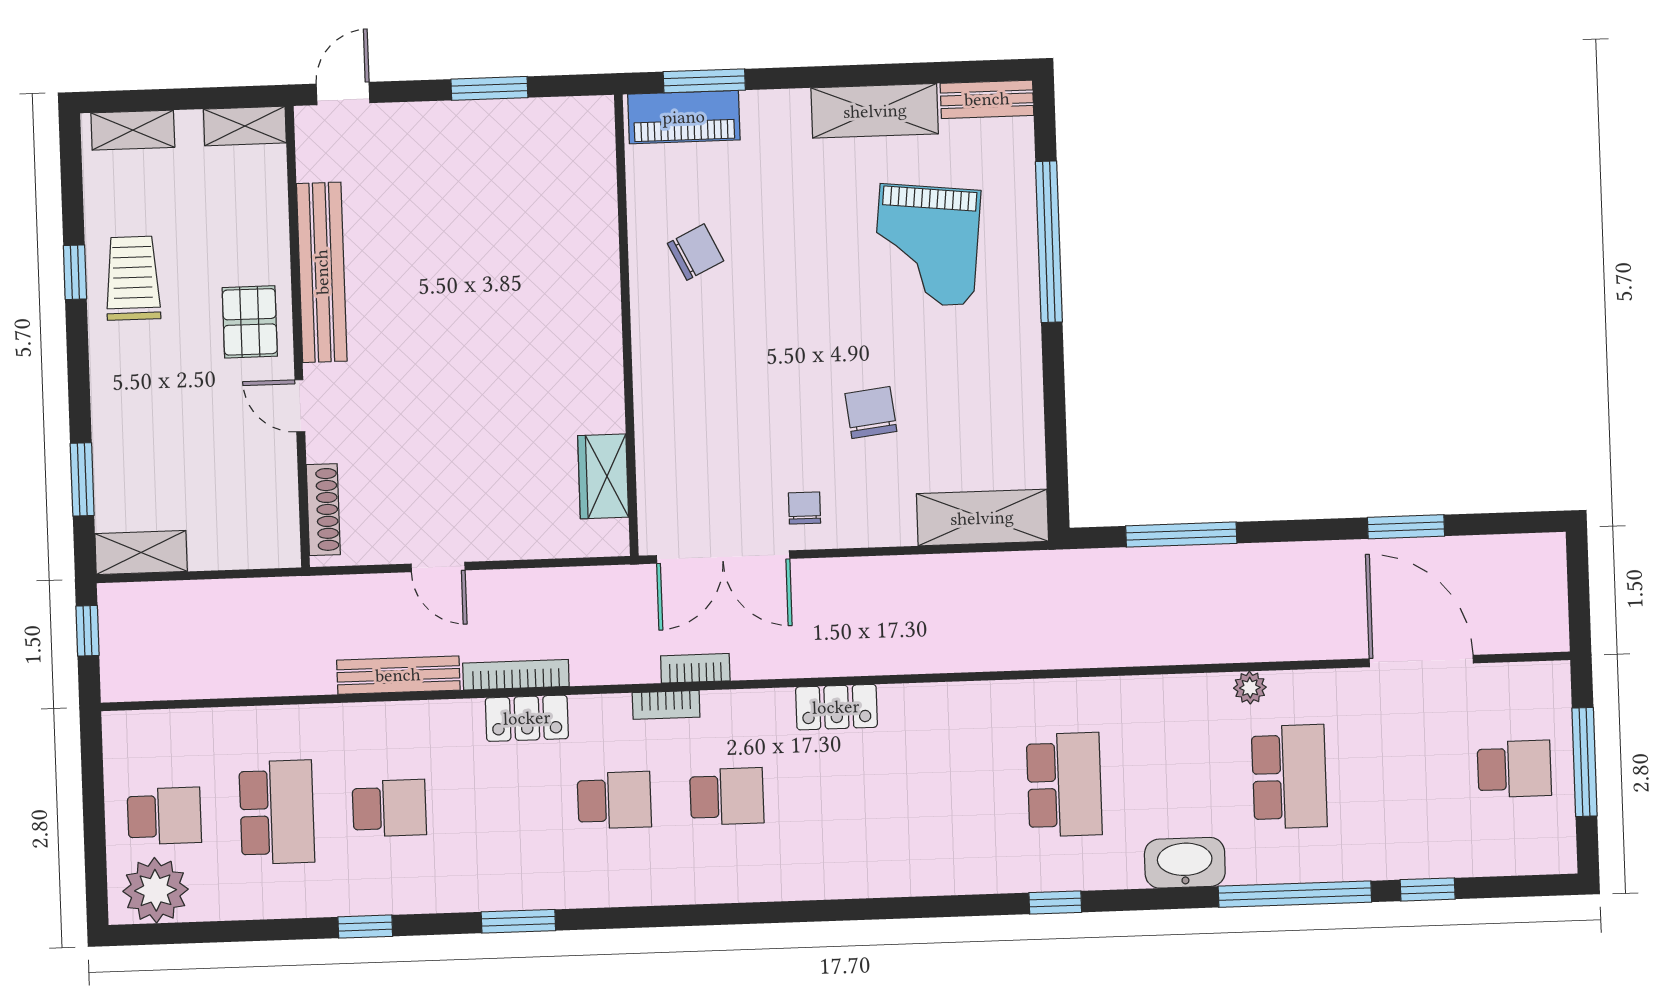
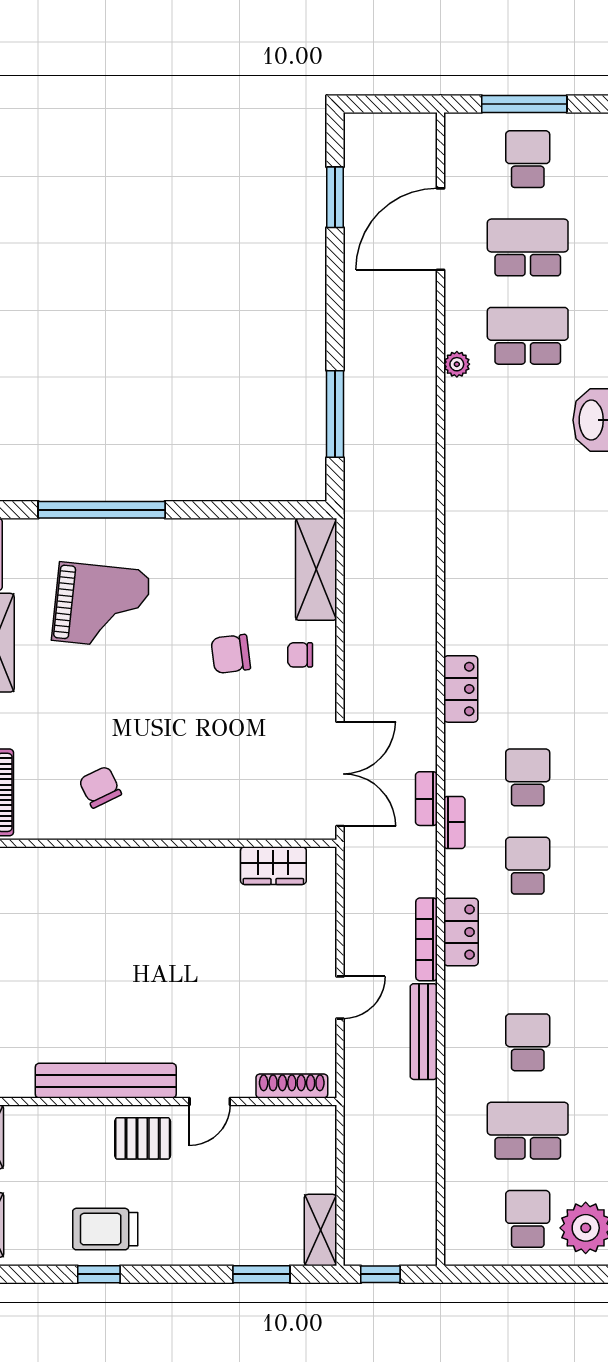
chair: (805, 508) -> (300, 655), moved
window: (1406, 527) -> (335, 197), moved
school desk: (1064, 785) -> (528, 247), moved

